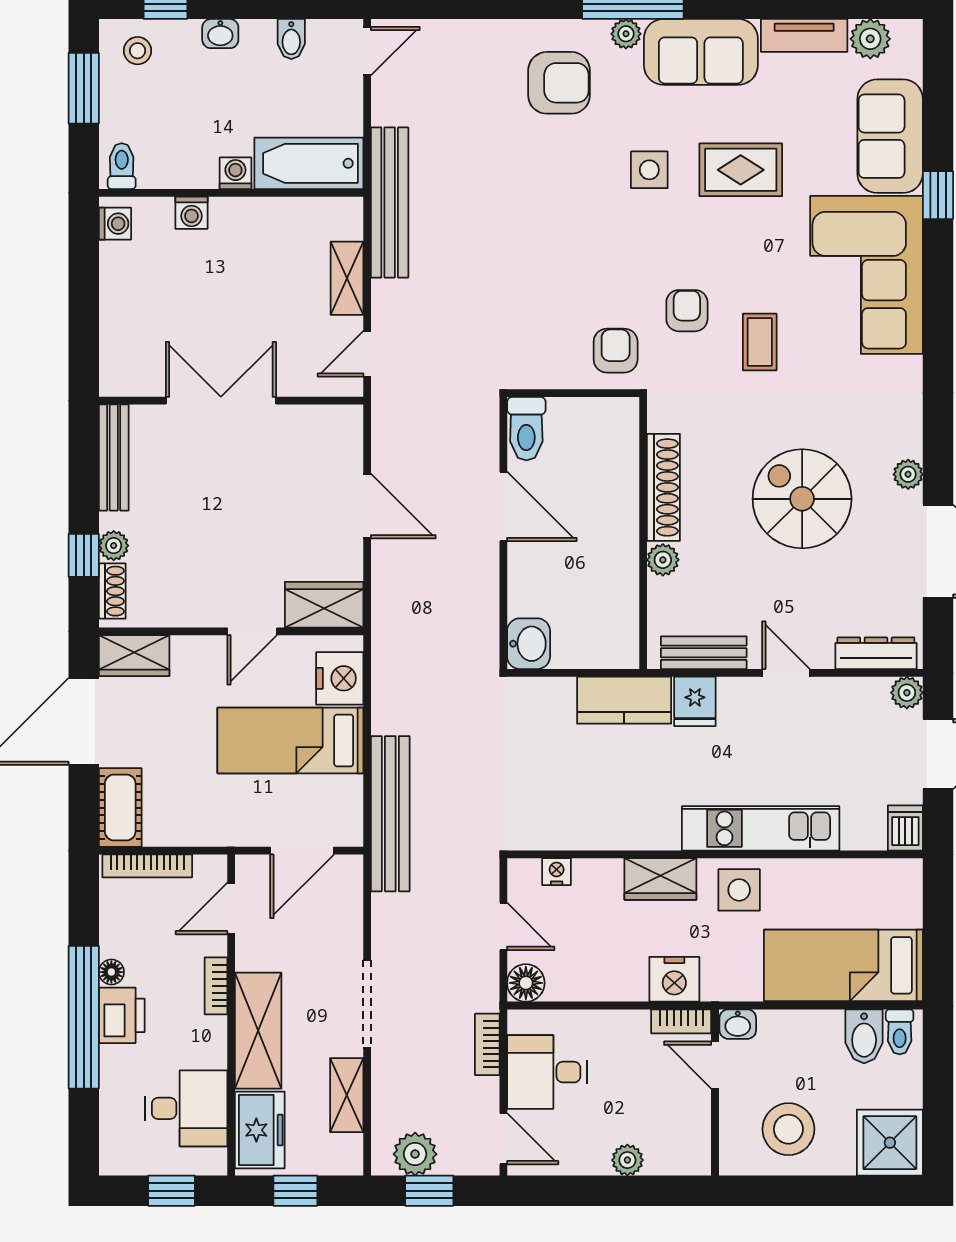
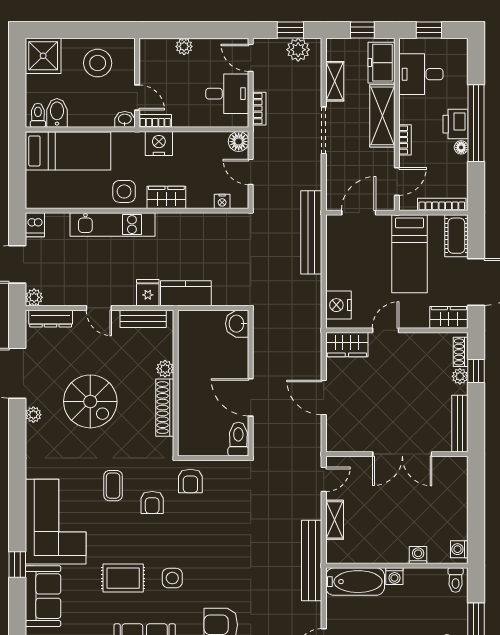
bed: (290, 741) -> (409, 254), moved, turned 90

